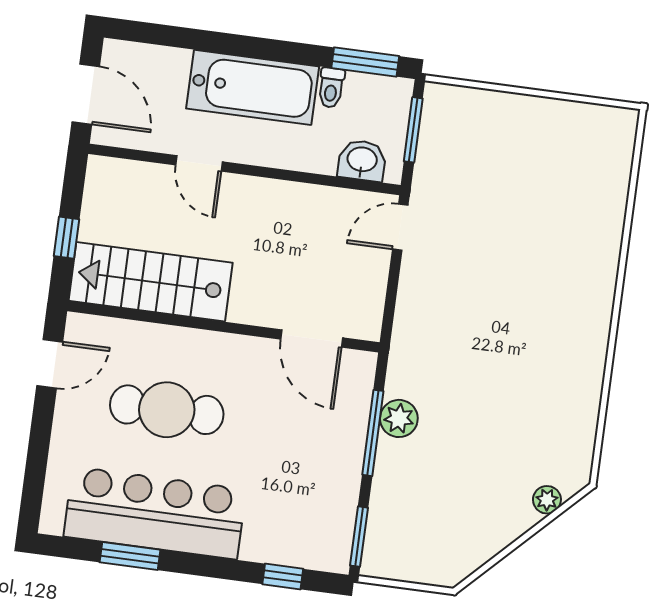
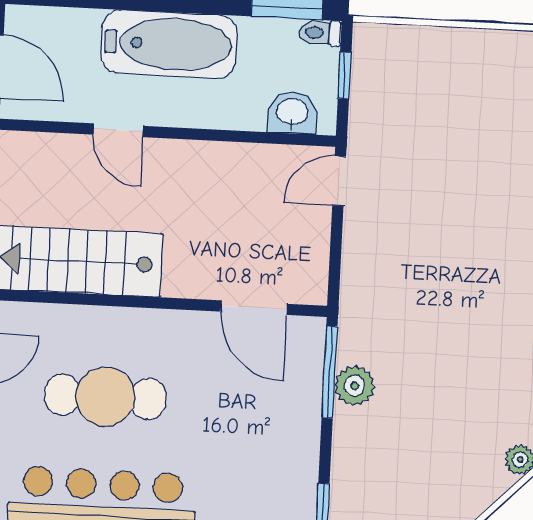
toilet: (331, 88) -> (320, 33), moved, turned 90
window: (413, 130) -> (345, 75), width x0.67
window: (373, 433) -> (329, 372), moved

